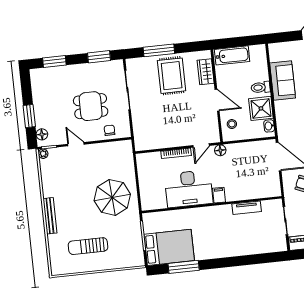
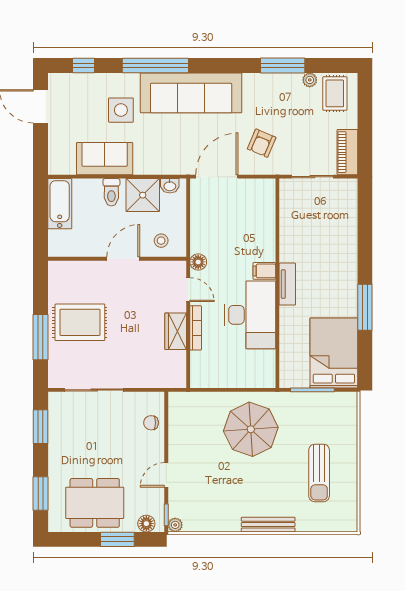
bathtub: (232, 55) -> (60, 204), moved
wardrobe: (206, 72) -> (176, 331), moved, turned 90
dining table: (91, 106) -> (95, 503), moved, width x1.38
tv unit: (247, 208) -> (287, 284), moved
window: (184, 267) -> (365, 307), moved

